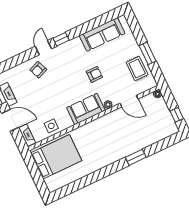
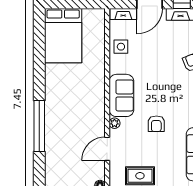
bed: (56, 157) -> (63, 36), moved
window: (136, 157) -> (39, 126), width x2.11

